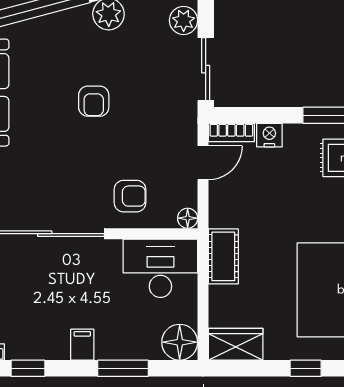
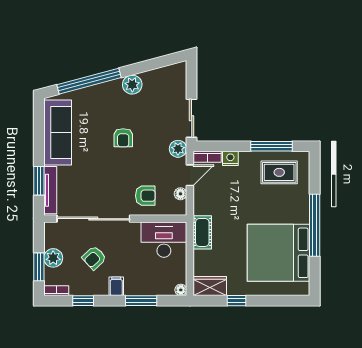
plant: (184, 20) -> (178, 149), moved
floor lamp: (188, 218) -> (180, 194), moved
armchair: (46, 298) -> (94, 258), added
floor lamp: (180, 342) -> (181, 290), width x0.53, depth x0.53
window: (306, 368) -> (236, 301), moved

